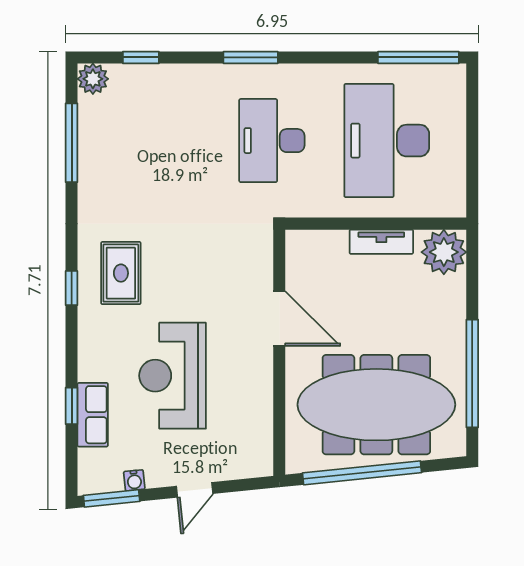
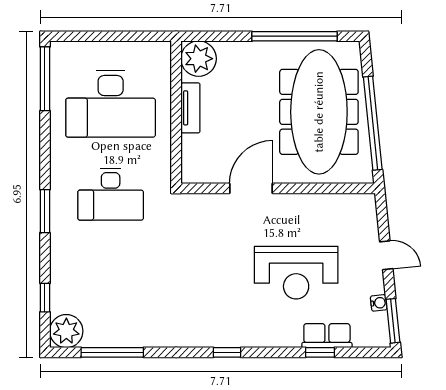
plant: (93, 79) -> (66, 331), width x1.36, depth x1.36
rug: (121, 273) -> (215, 313), removed

